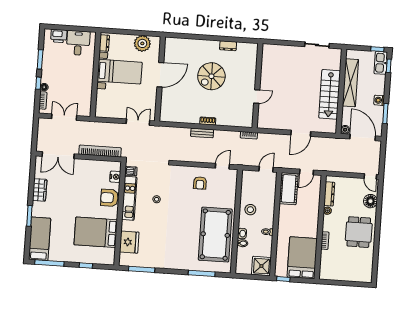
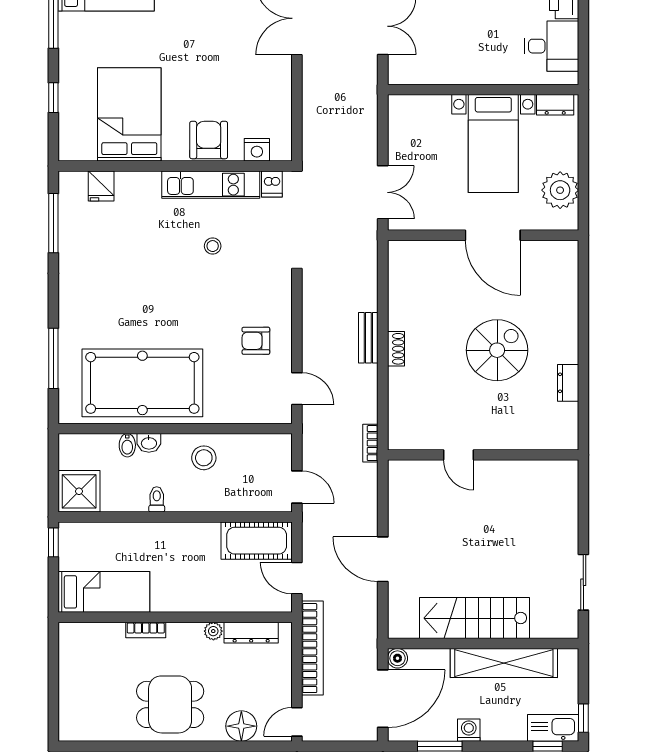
spiral stairs: (211, 76) -> (497, 350), turned 90
bookcase: (100, 151) -> (312, 648), moved
fridge: (129, 242) -> (101, 186), width x0.53, depth x0.75
bed: (302, 258) -> (104, 592), width x0.67

